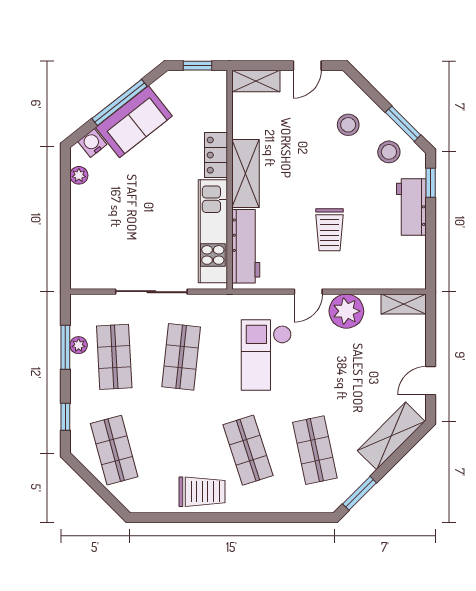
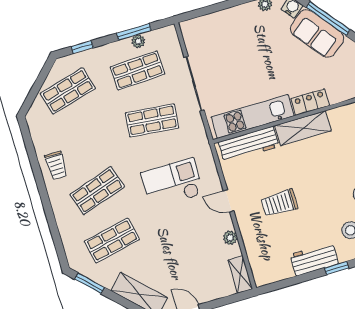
plant: (346, 311) -> (230, 238), width x0.53, depth x0.53
trolley: (202, 492) -> (56, 165), width x0.73, depth x0.72

